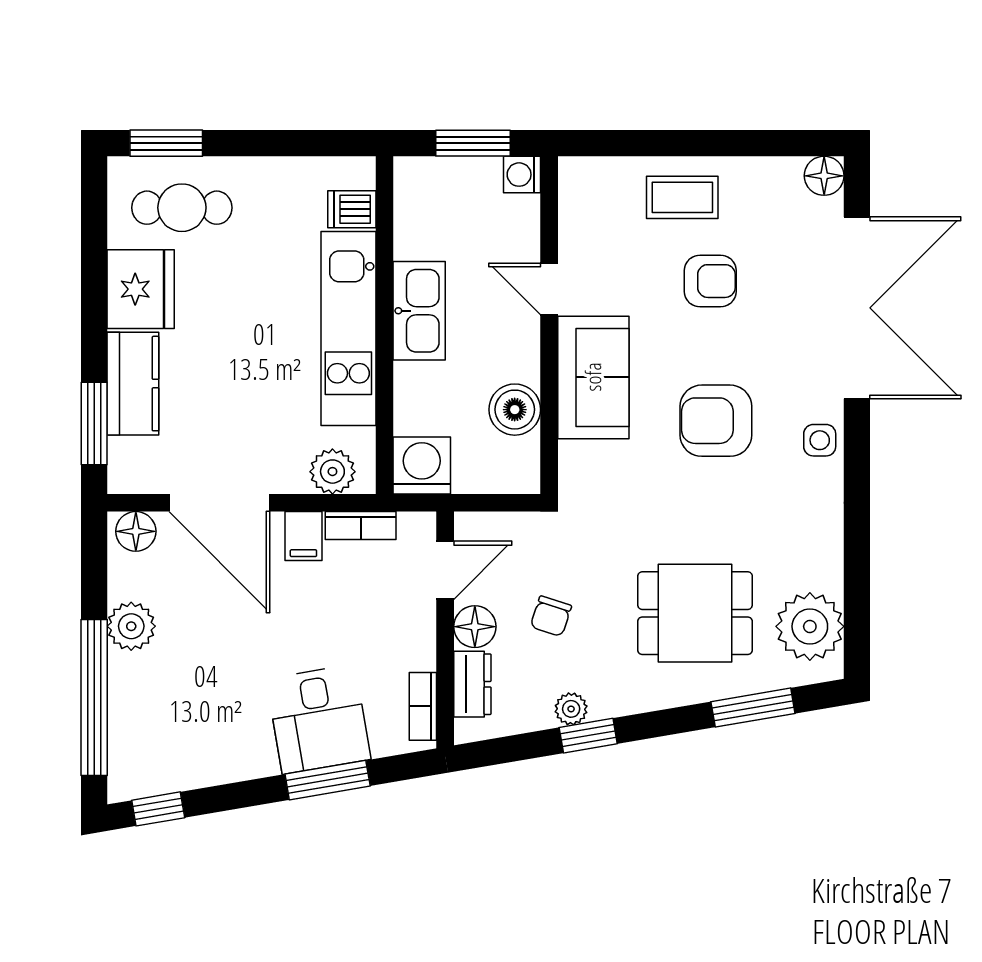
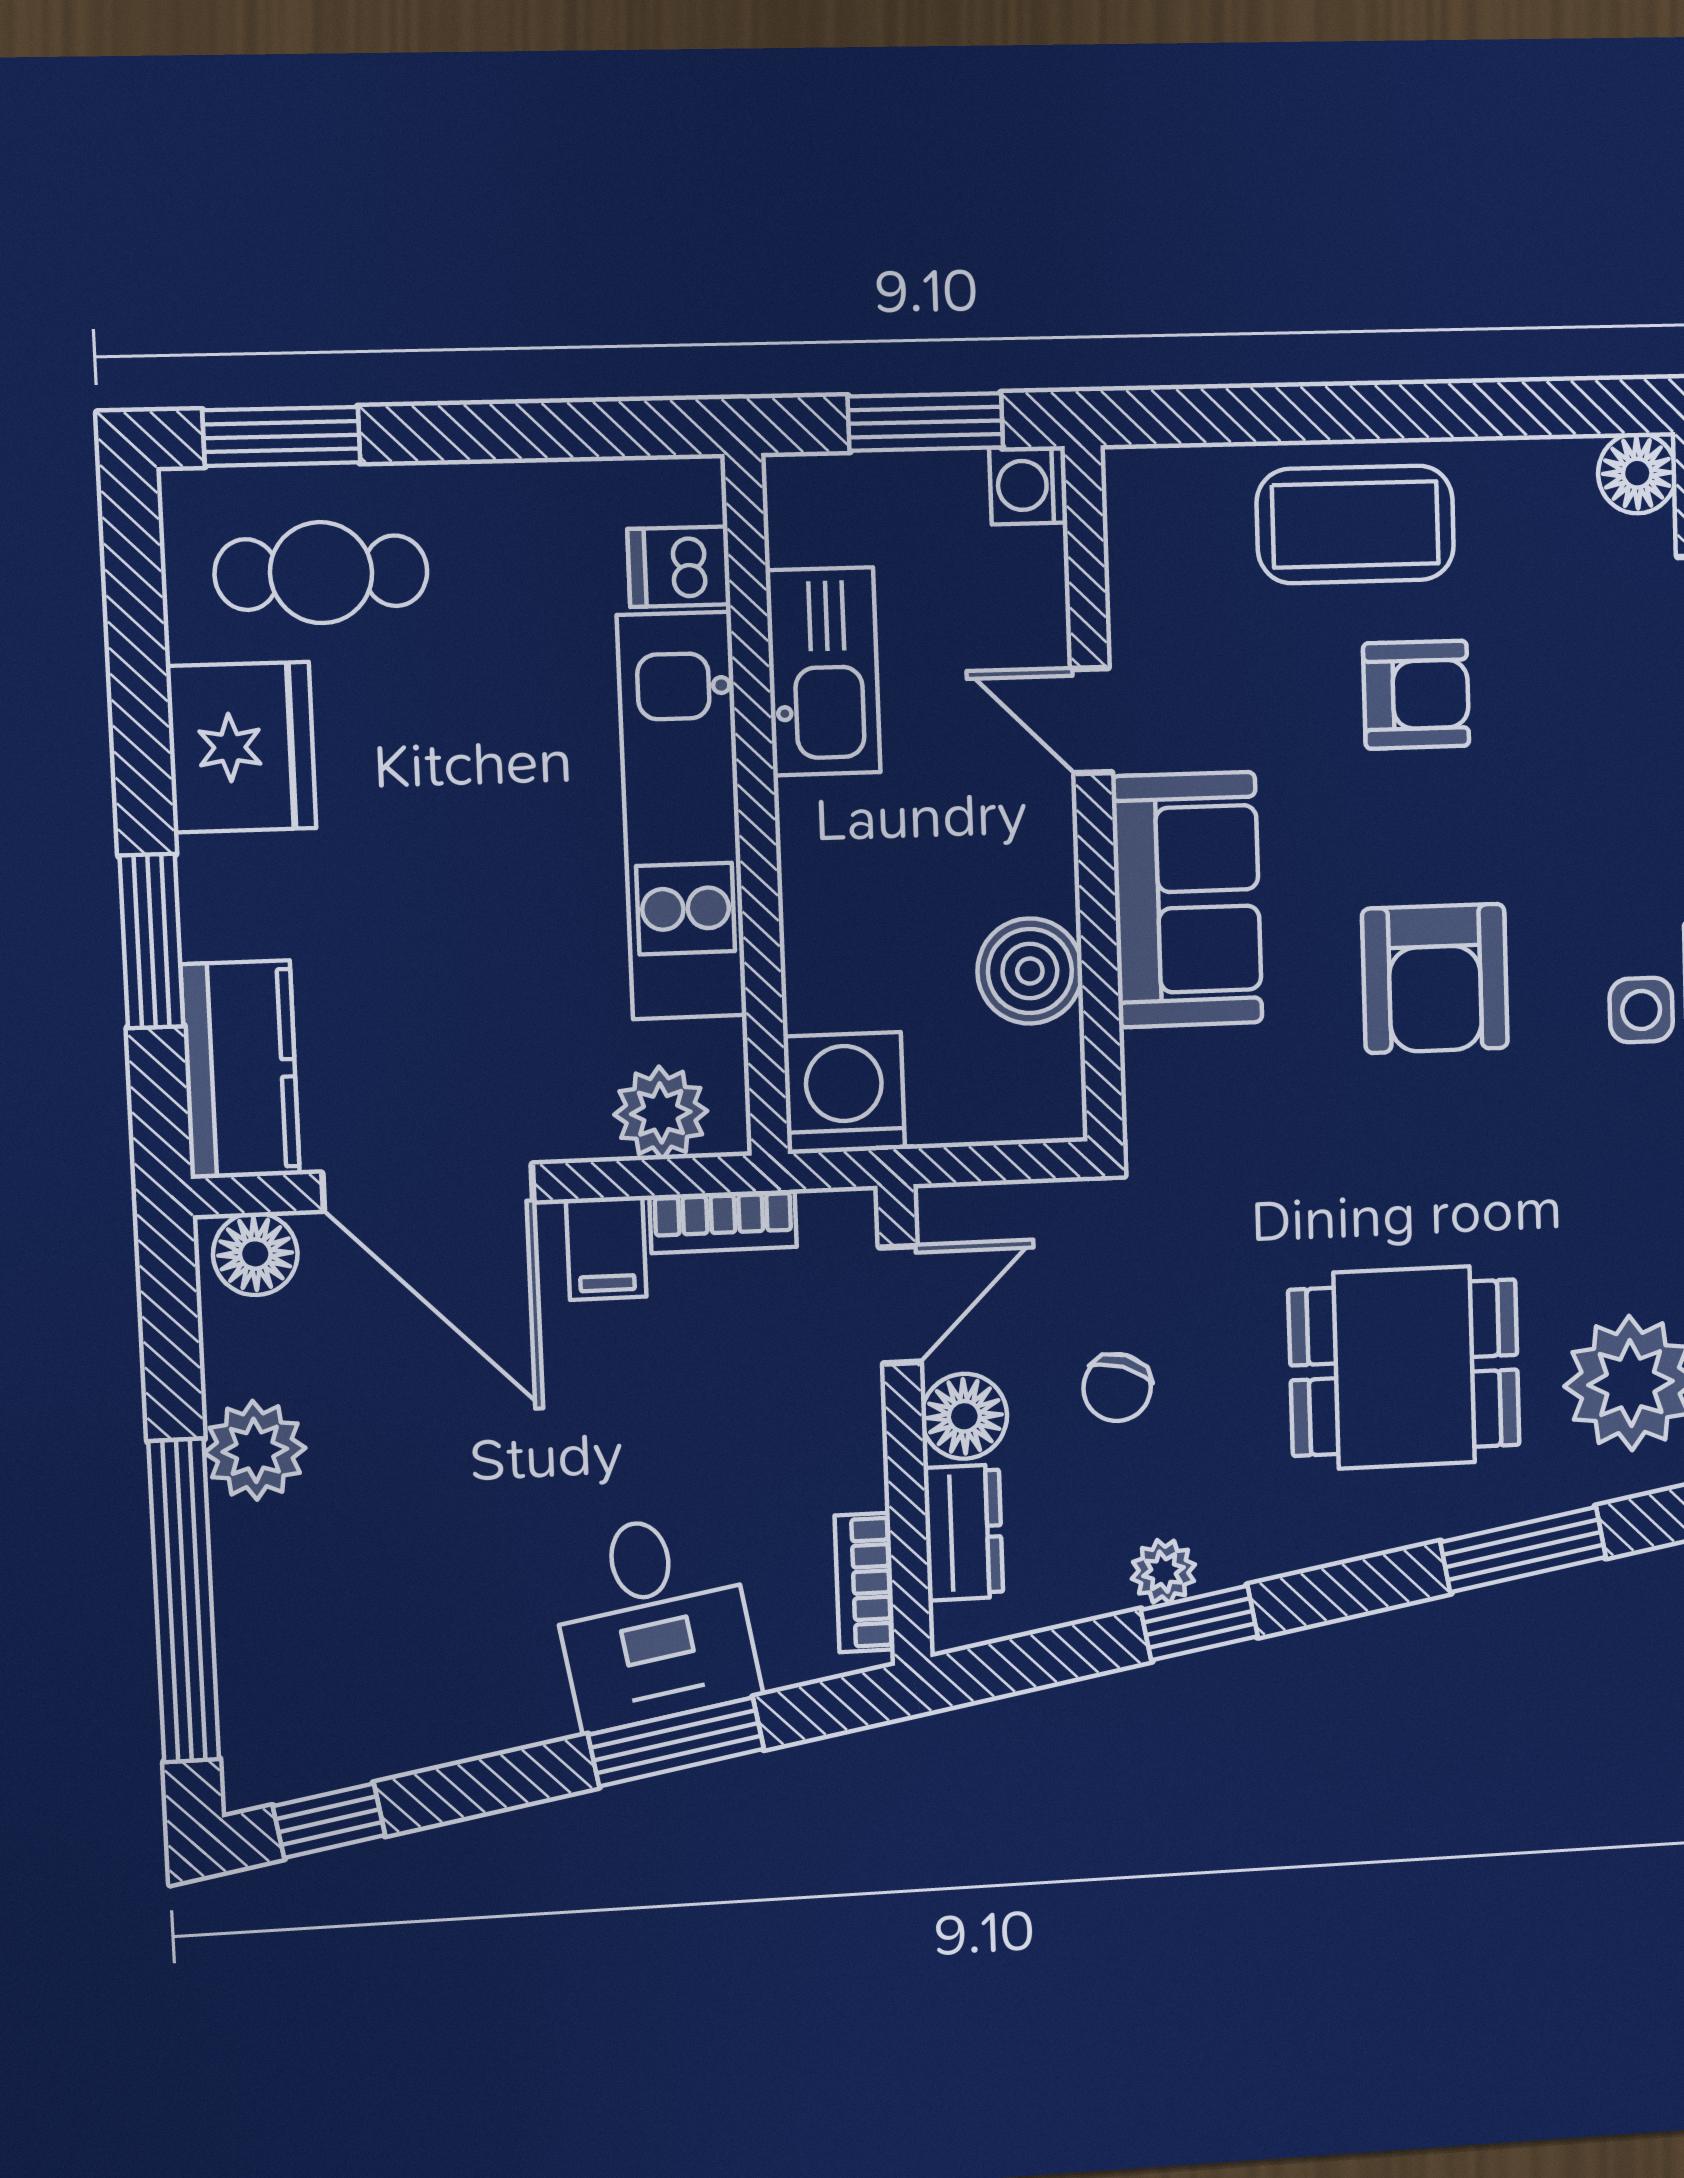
coffee table: (682, 197) -> (1355, 524), width x1.36, depth x1.30
kitchen sink: (419, 311) -> (823, 671), moved
kitchen counter: (133, 384) -> (240, 1070), moved
armchair: (716, 421) -> (1435, 978), turned -90
window: (94, 423) -> (151, 941), moved

